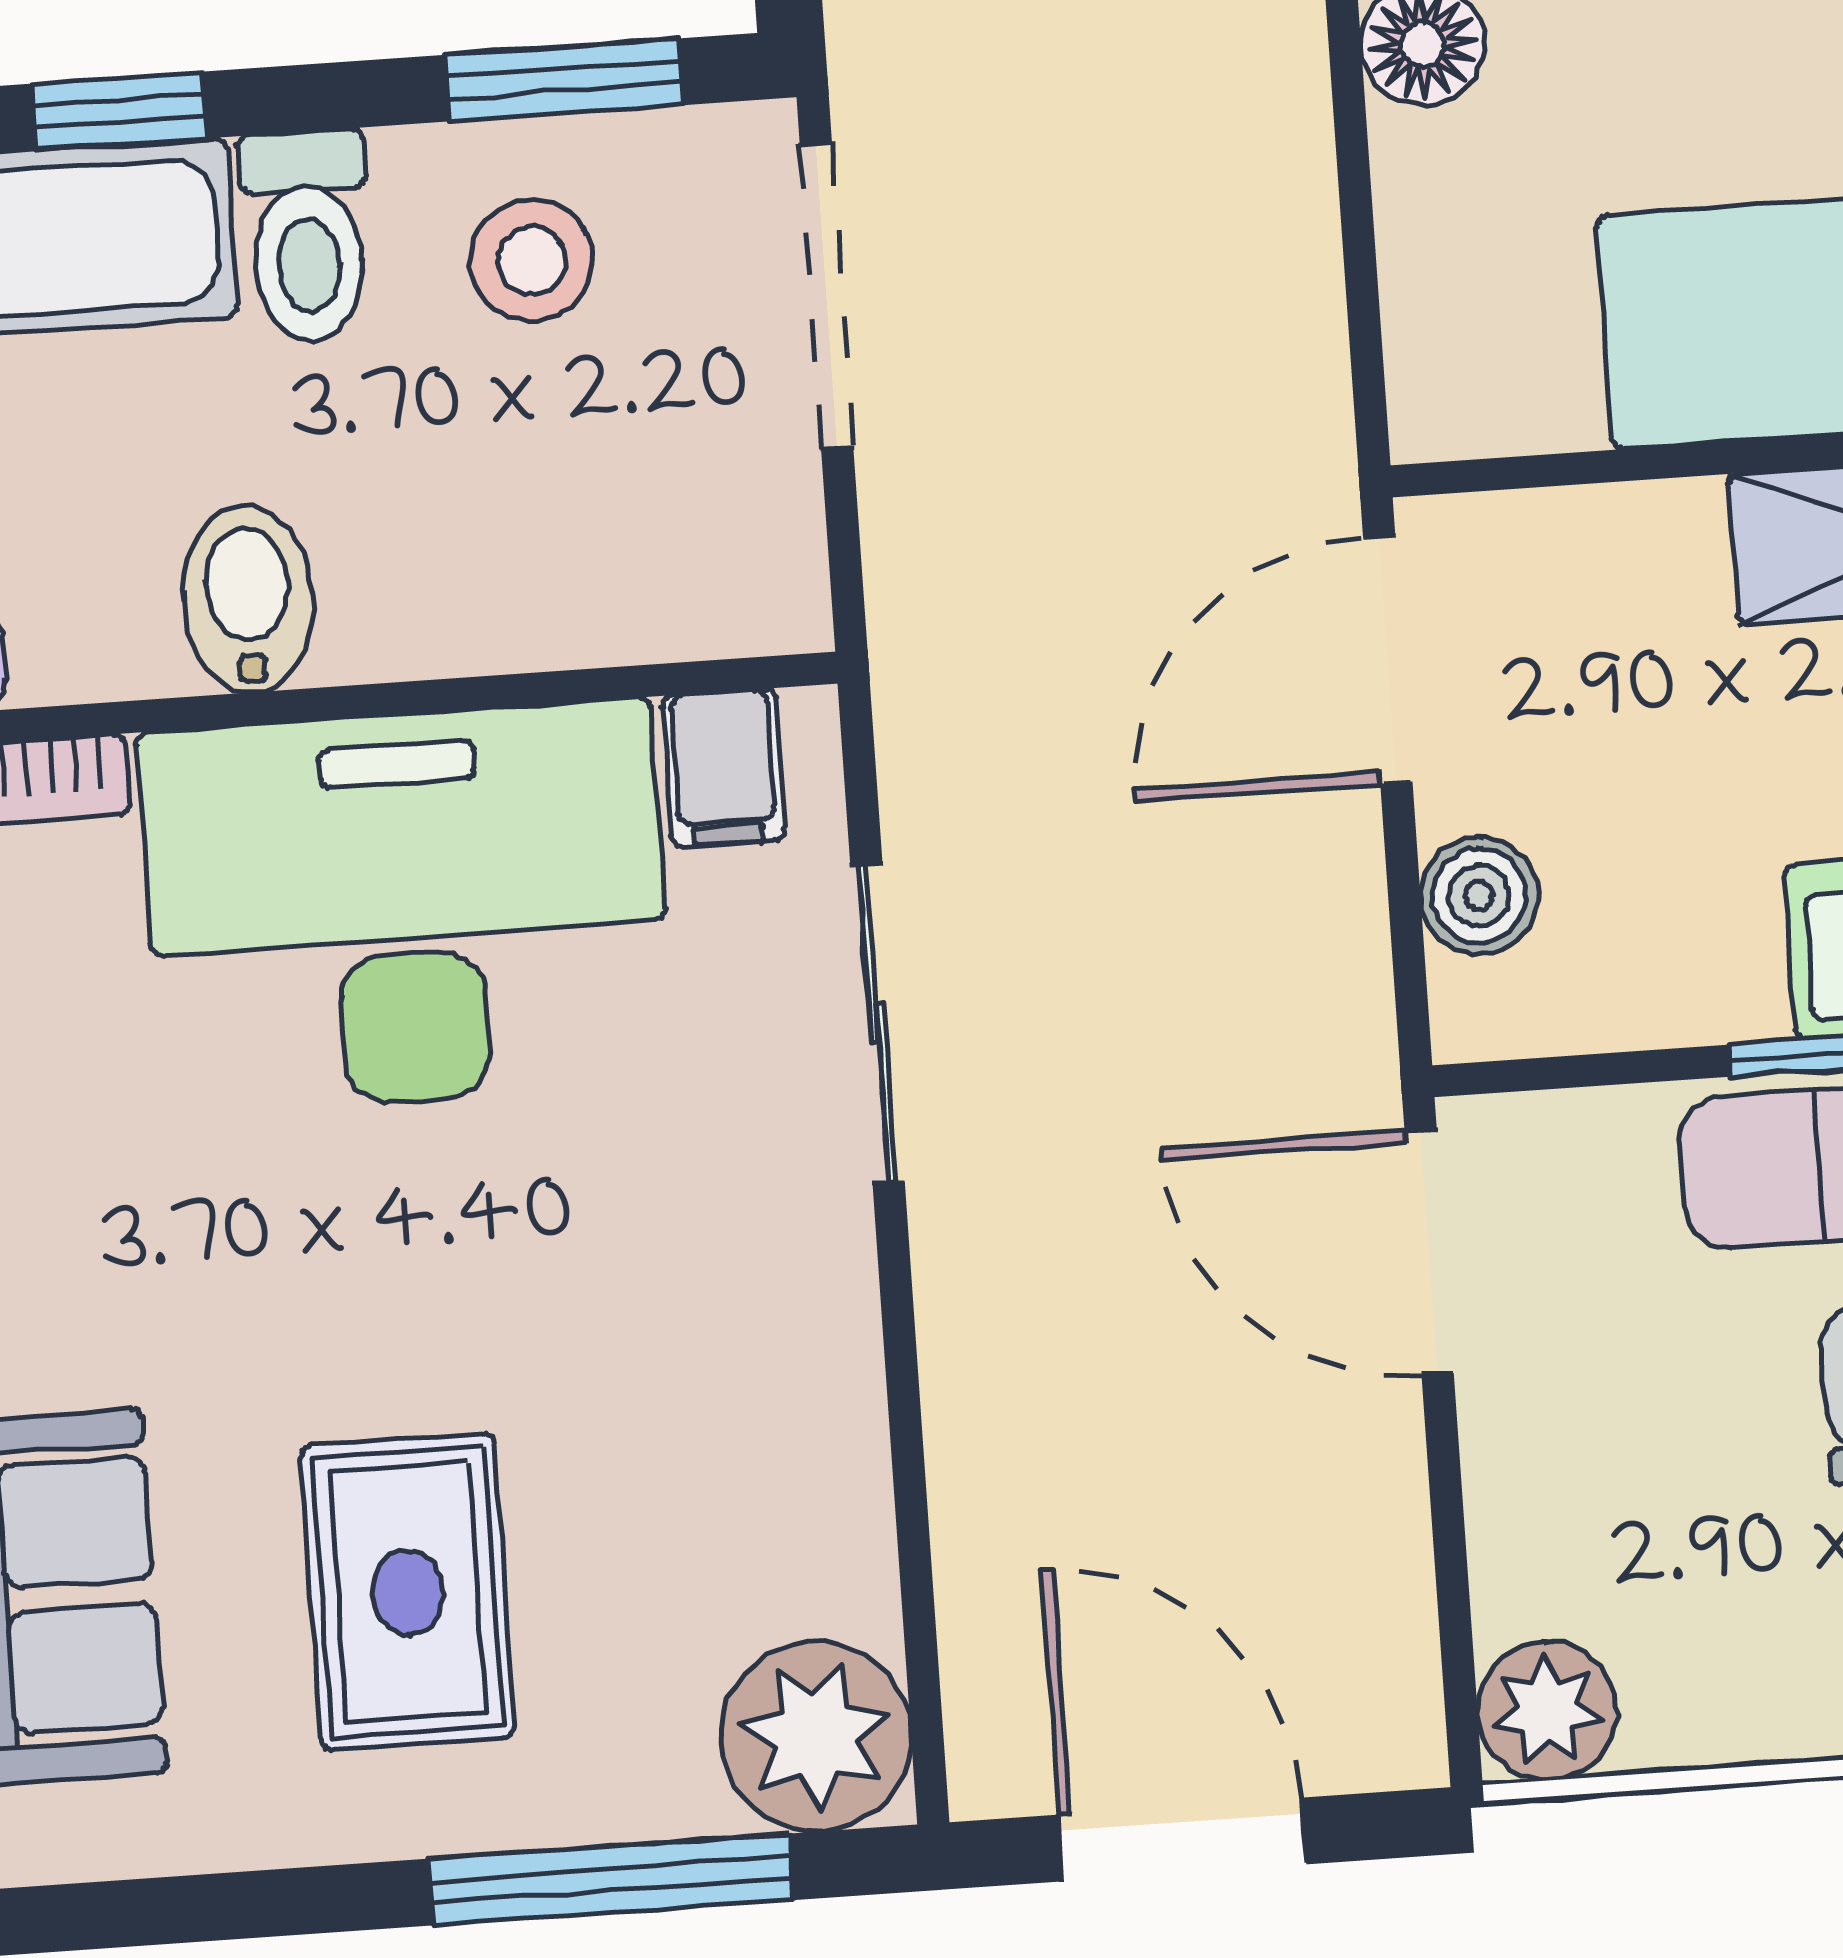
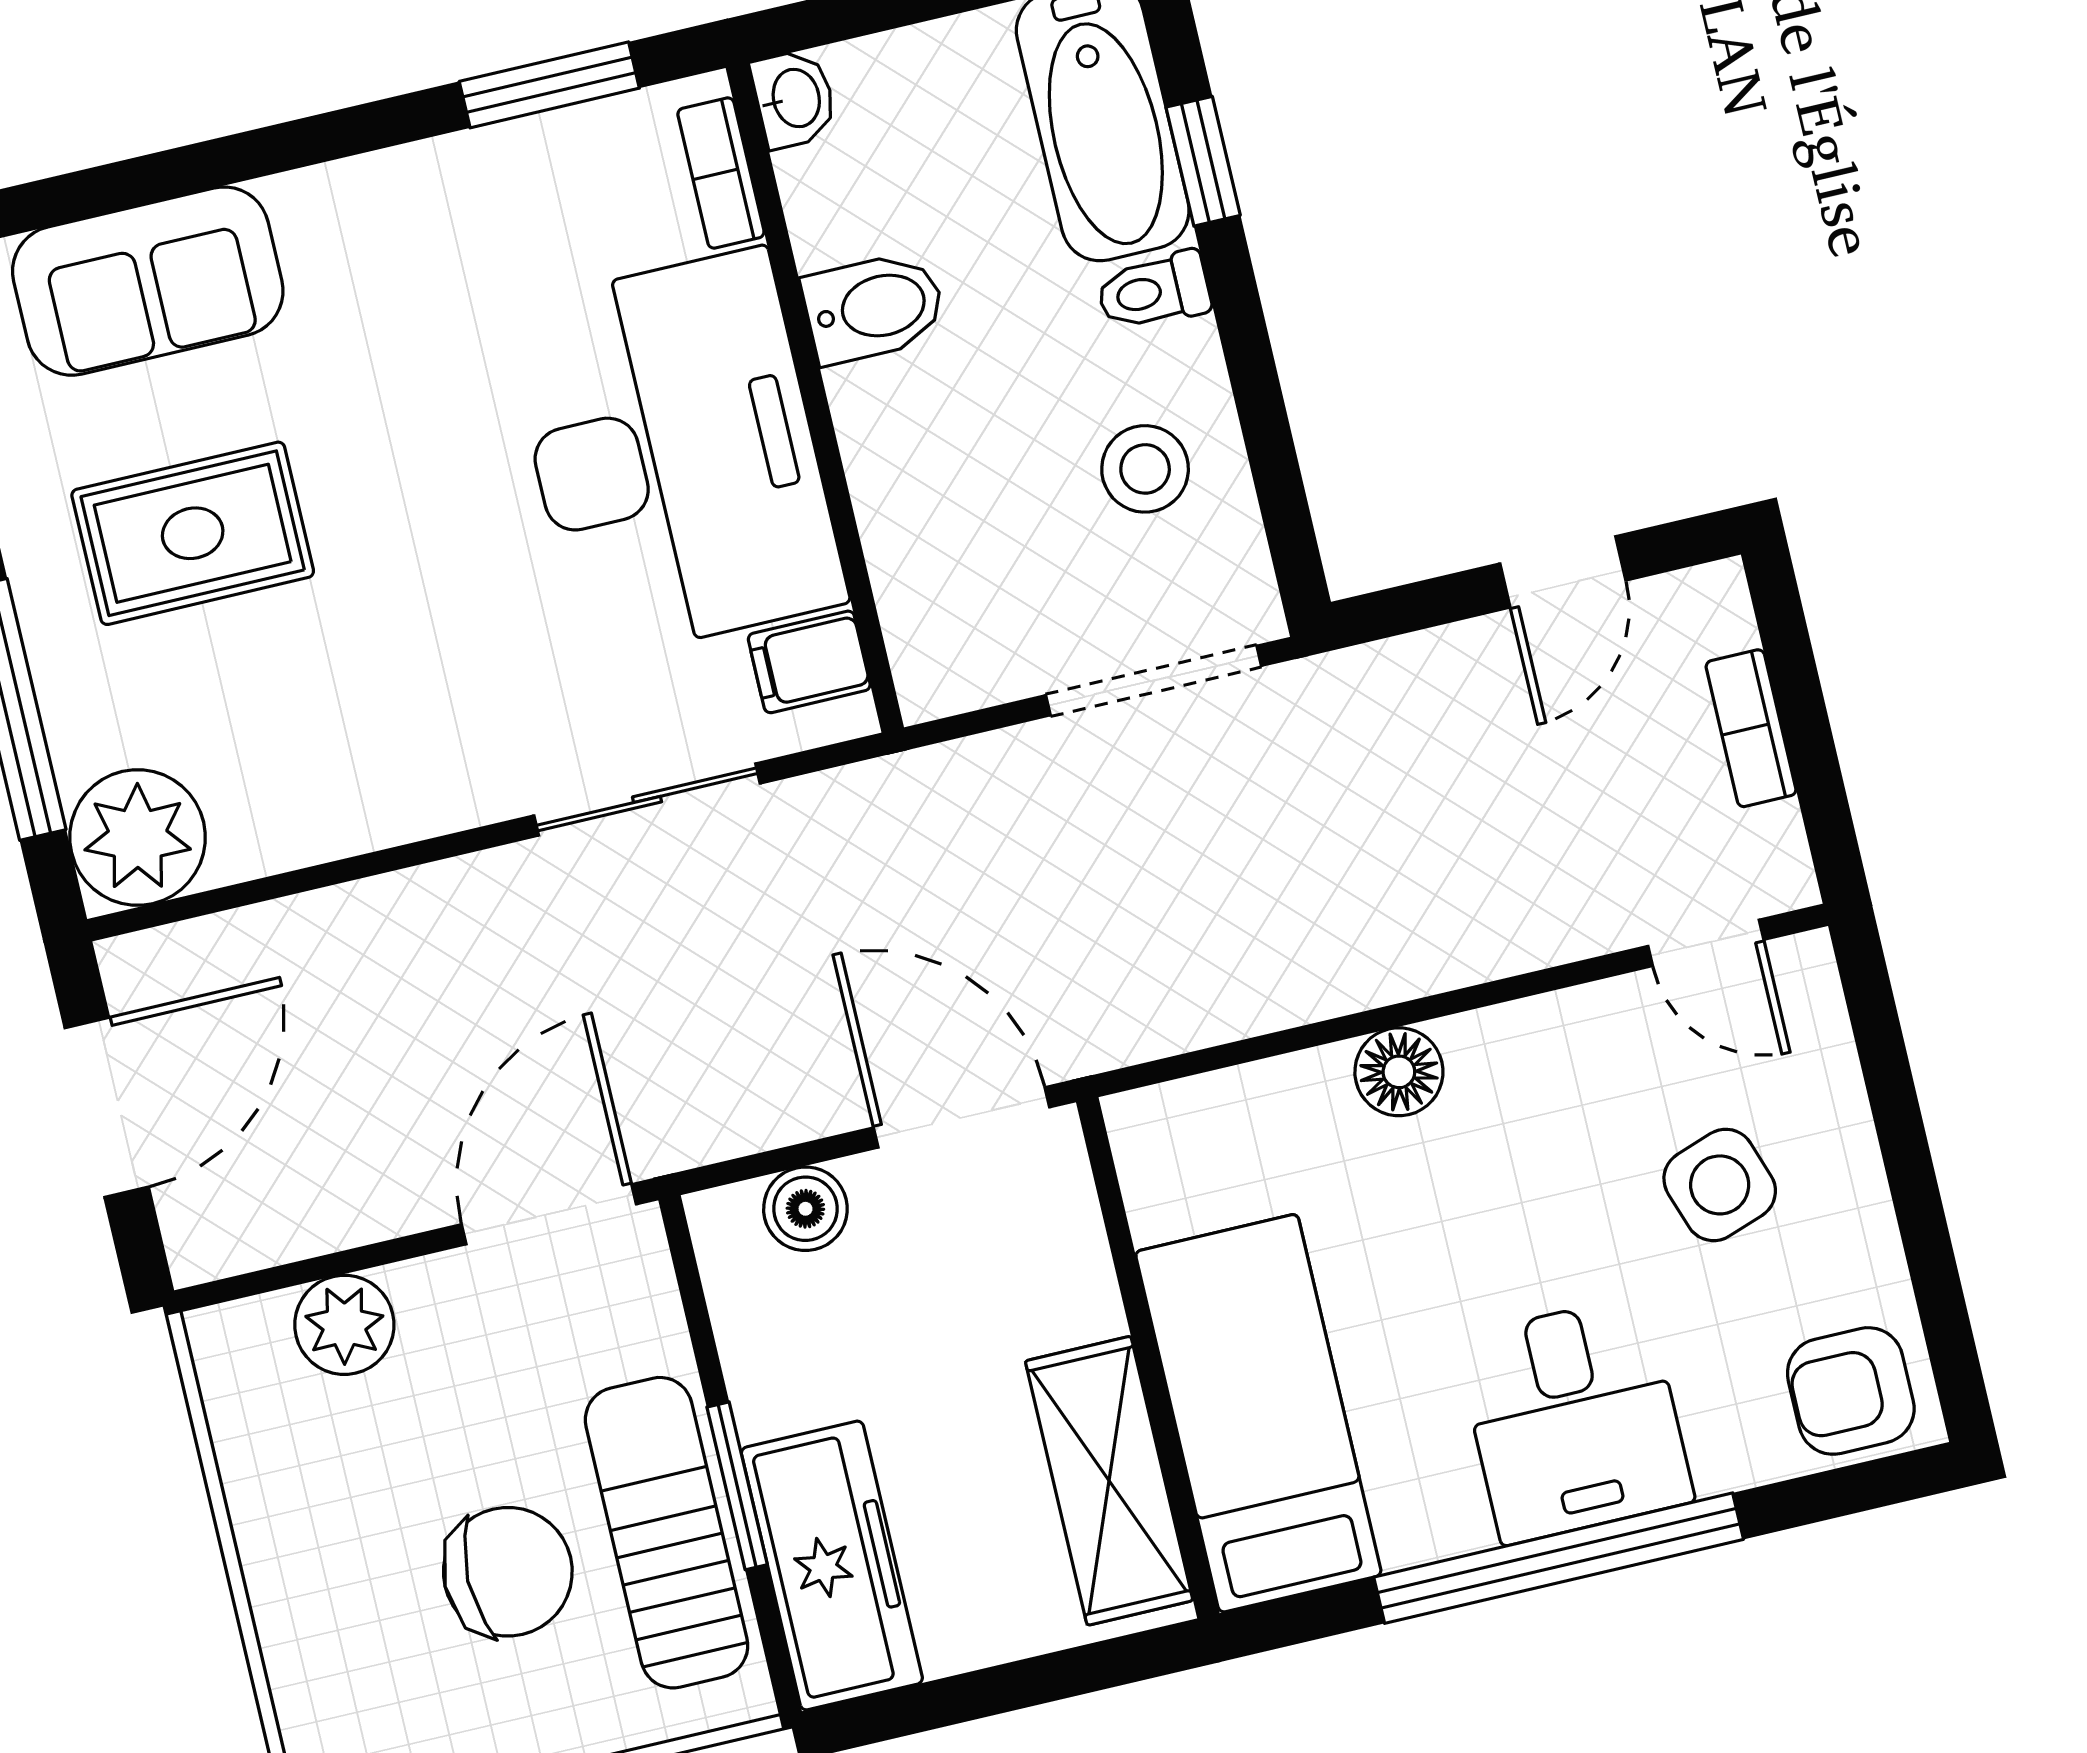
window: (564, 80) -> (1276, 471), removed
toilet: (307, 236) -> (1154, 291), width x0.73, depth x0.72
plant: (1547, 1711) -> (344, 1325), moved

